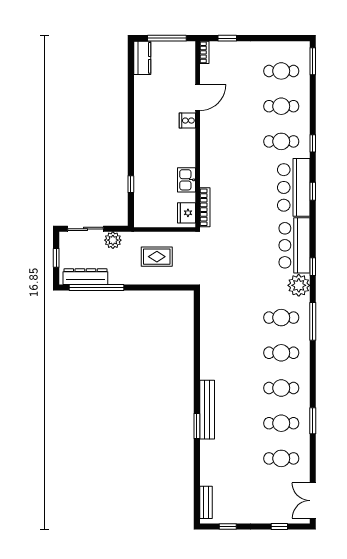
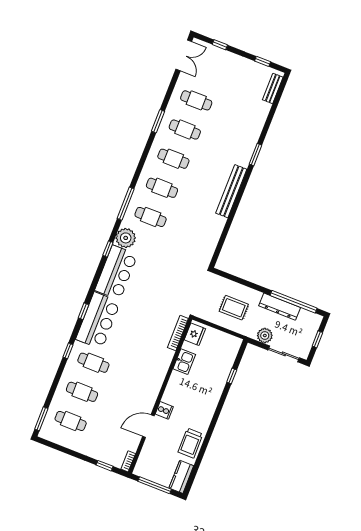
trolley: (147, 97) -> (190, 443), added
dresser: (85, 277) -> (280, 307), moved
bench: (207, 410) -> (231, 191), moved

